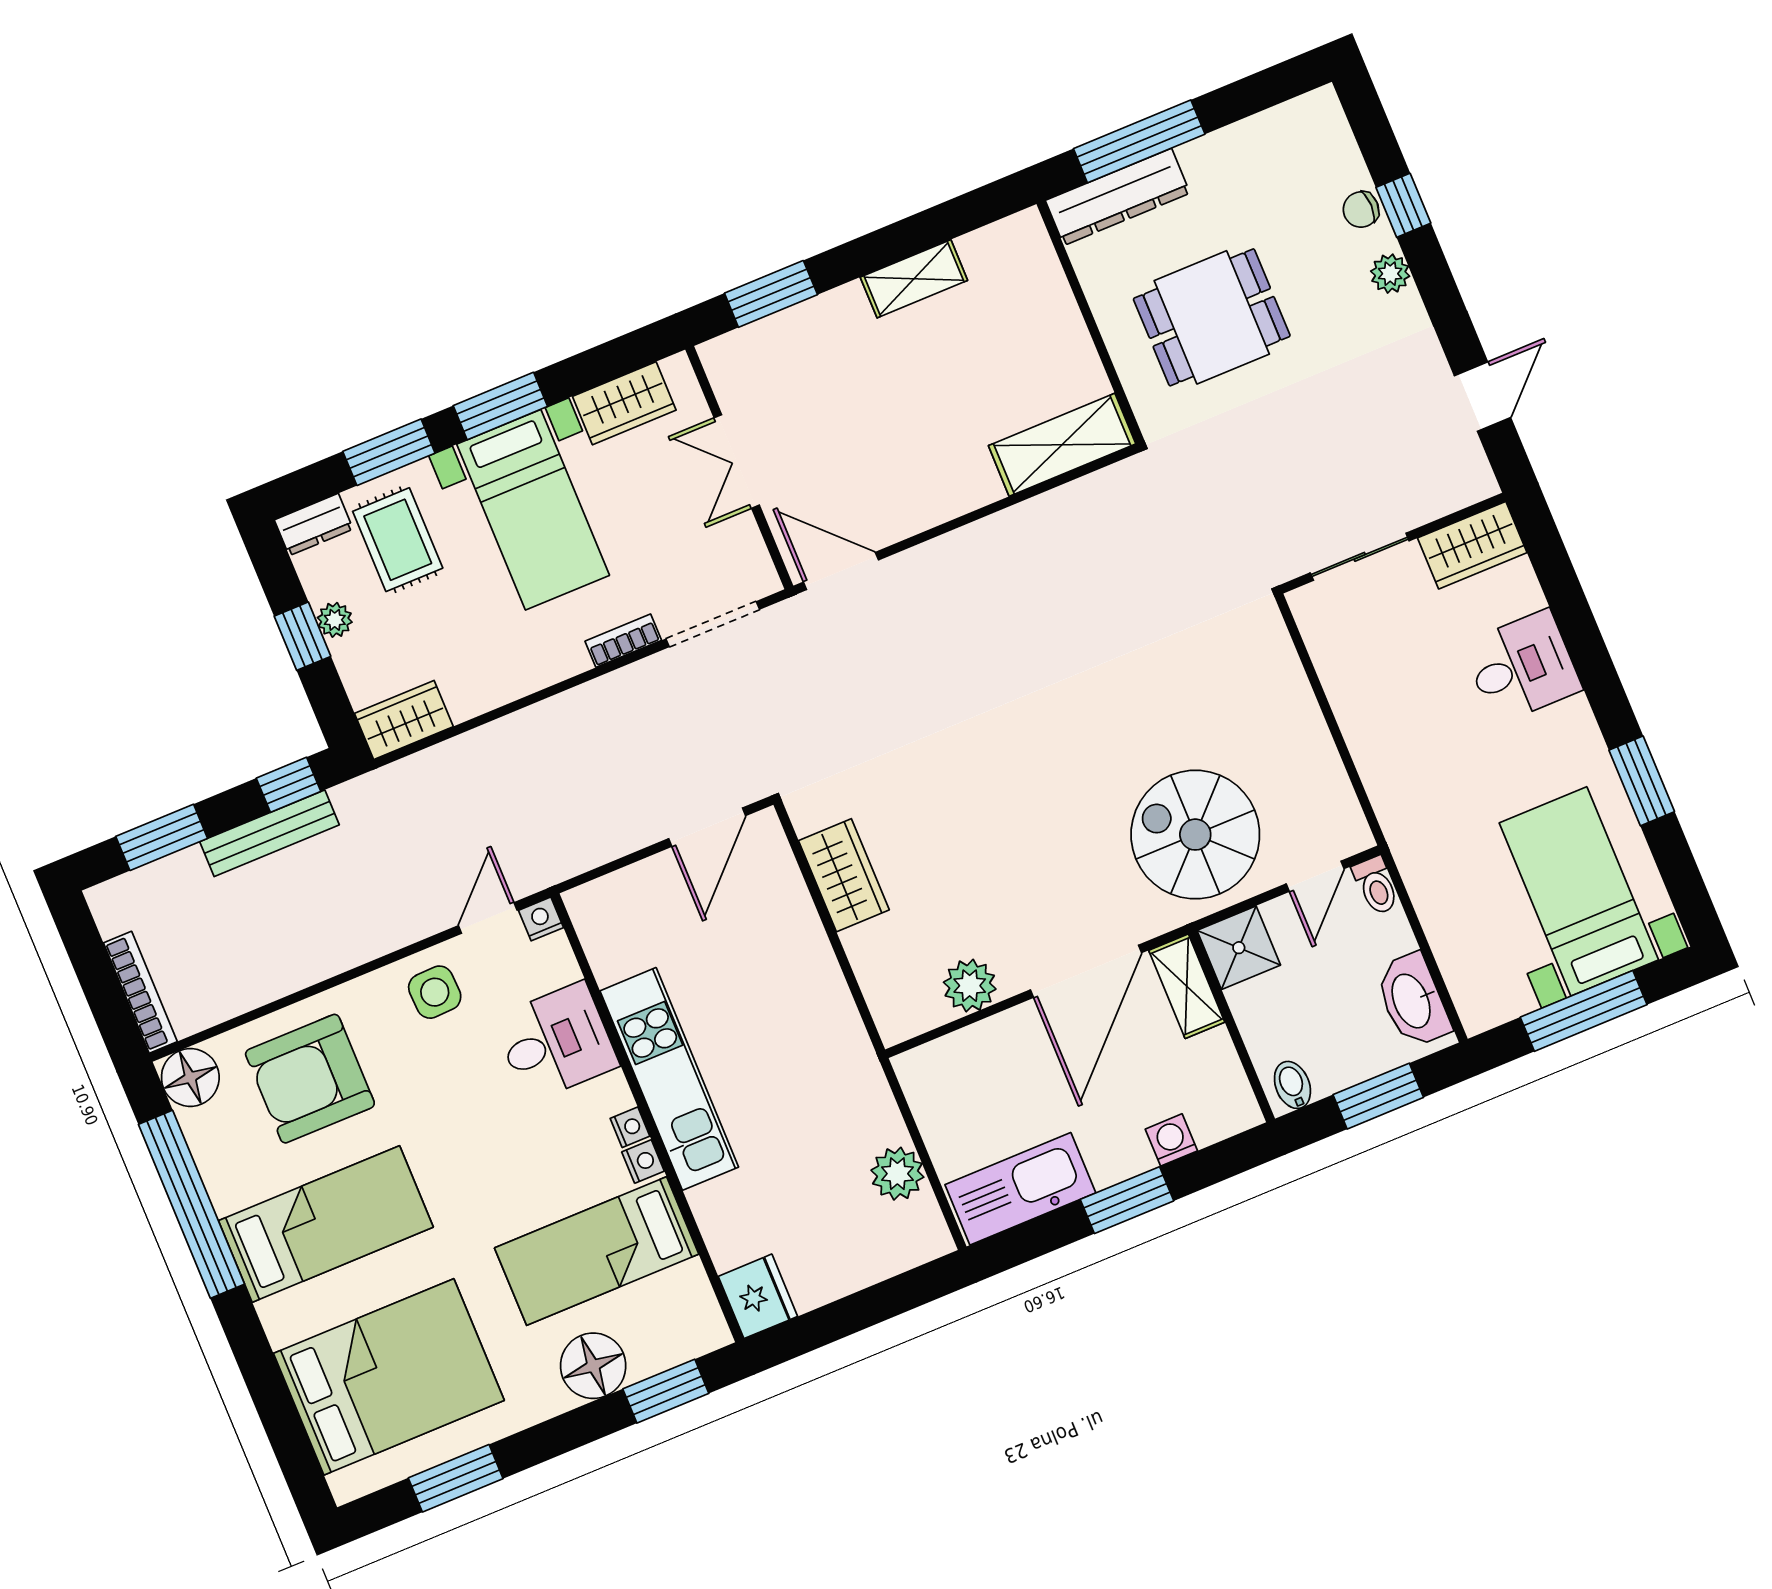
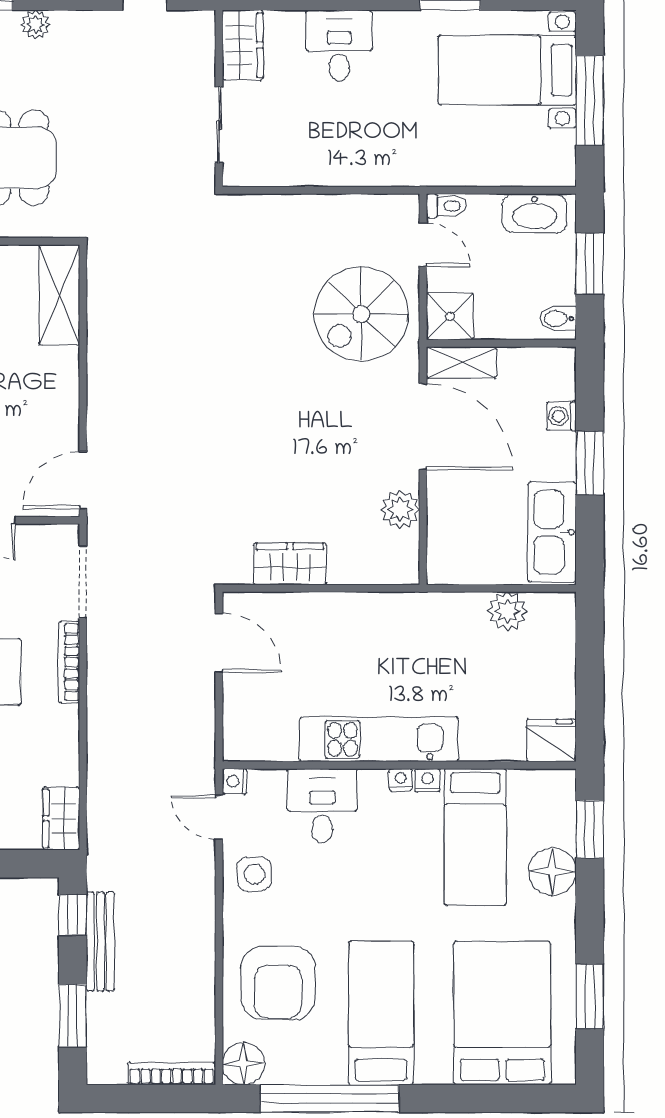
bookcase: (623, 641) -> (69, 662), width x1.56

